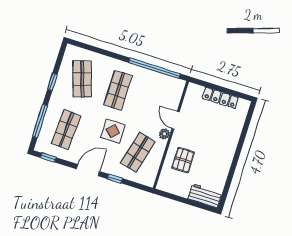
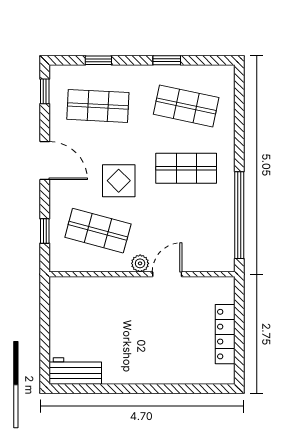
shop shelf: (82, 79) -> (186, 106), turned 30
window: (40, 121) -> (98, 60), width x0.46
pallet: (183, 160) -> (108, 306), removed
window: (115, 179) -> (45, 231), moved
workbench: (205, 196) -> (75, 371), moved, turned -90

